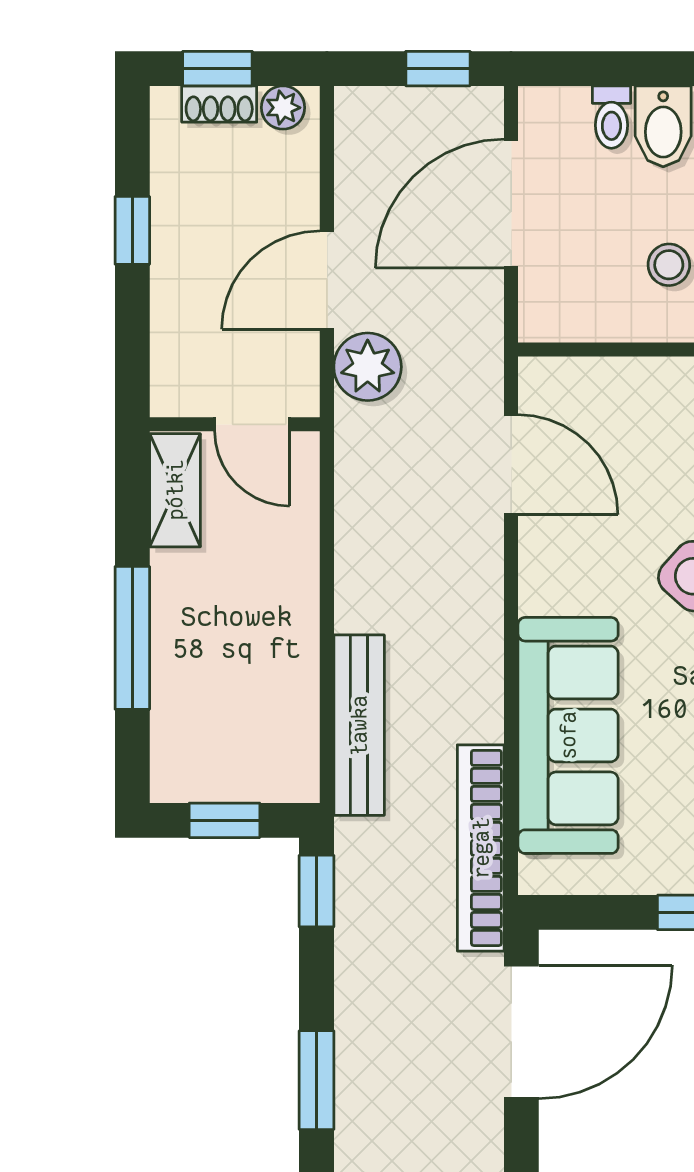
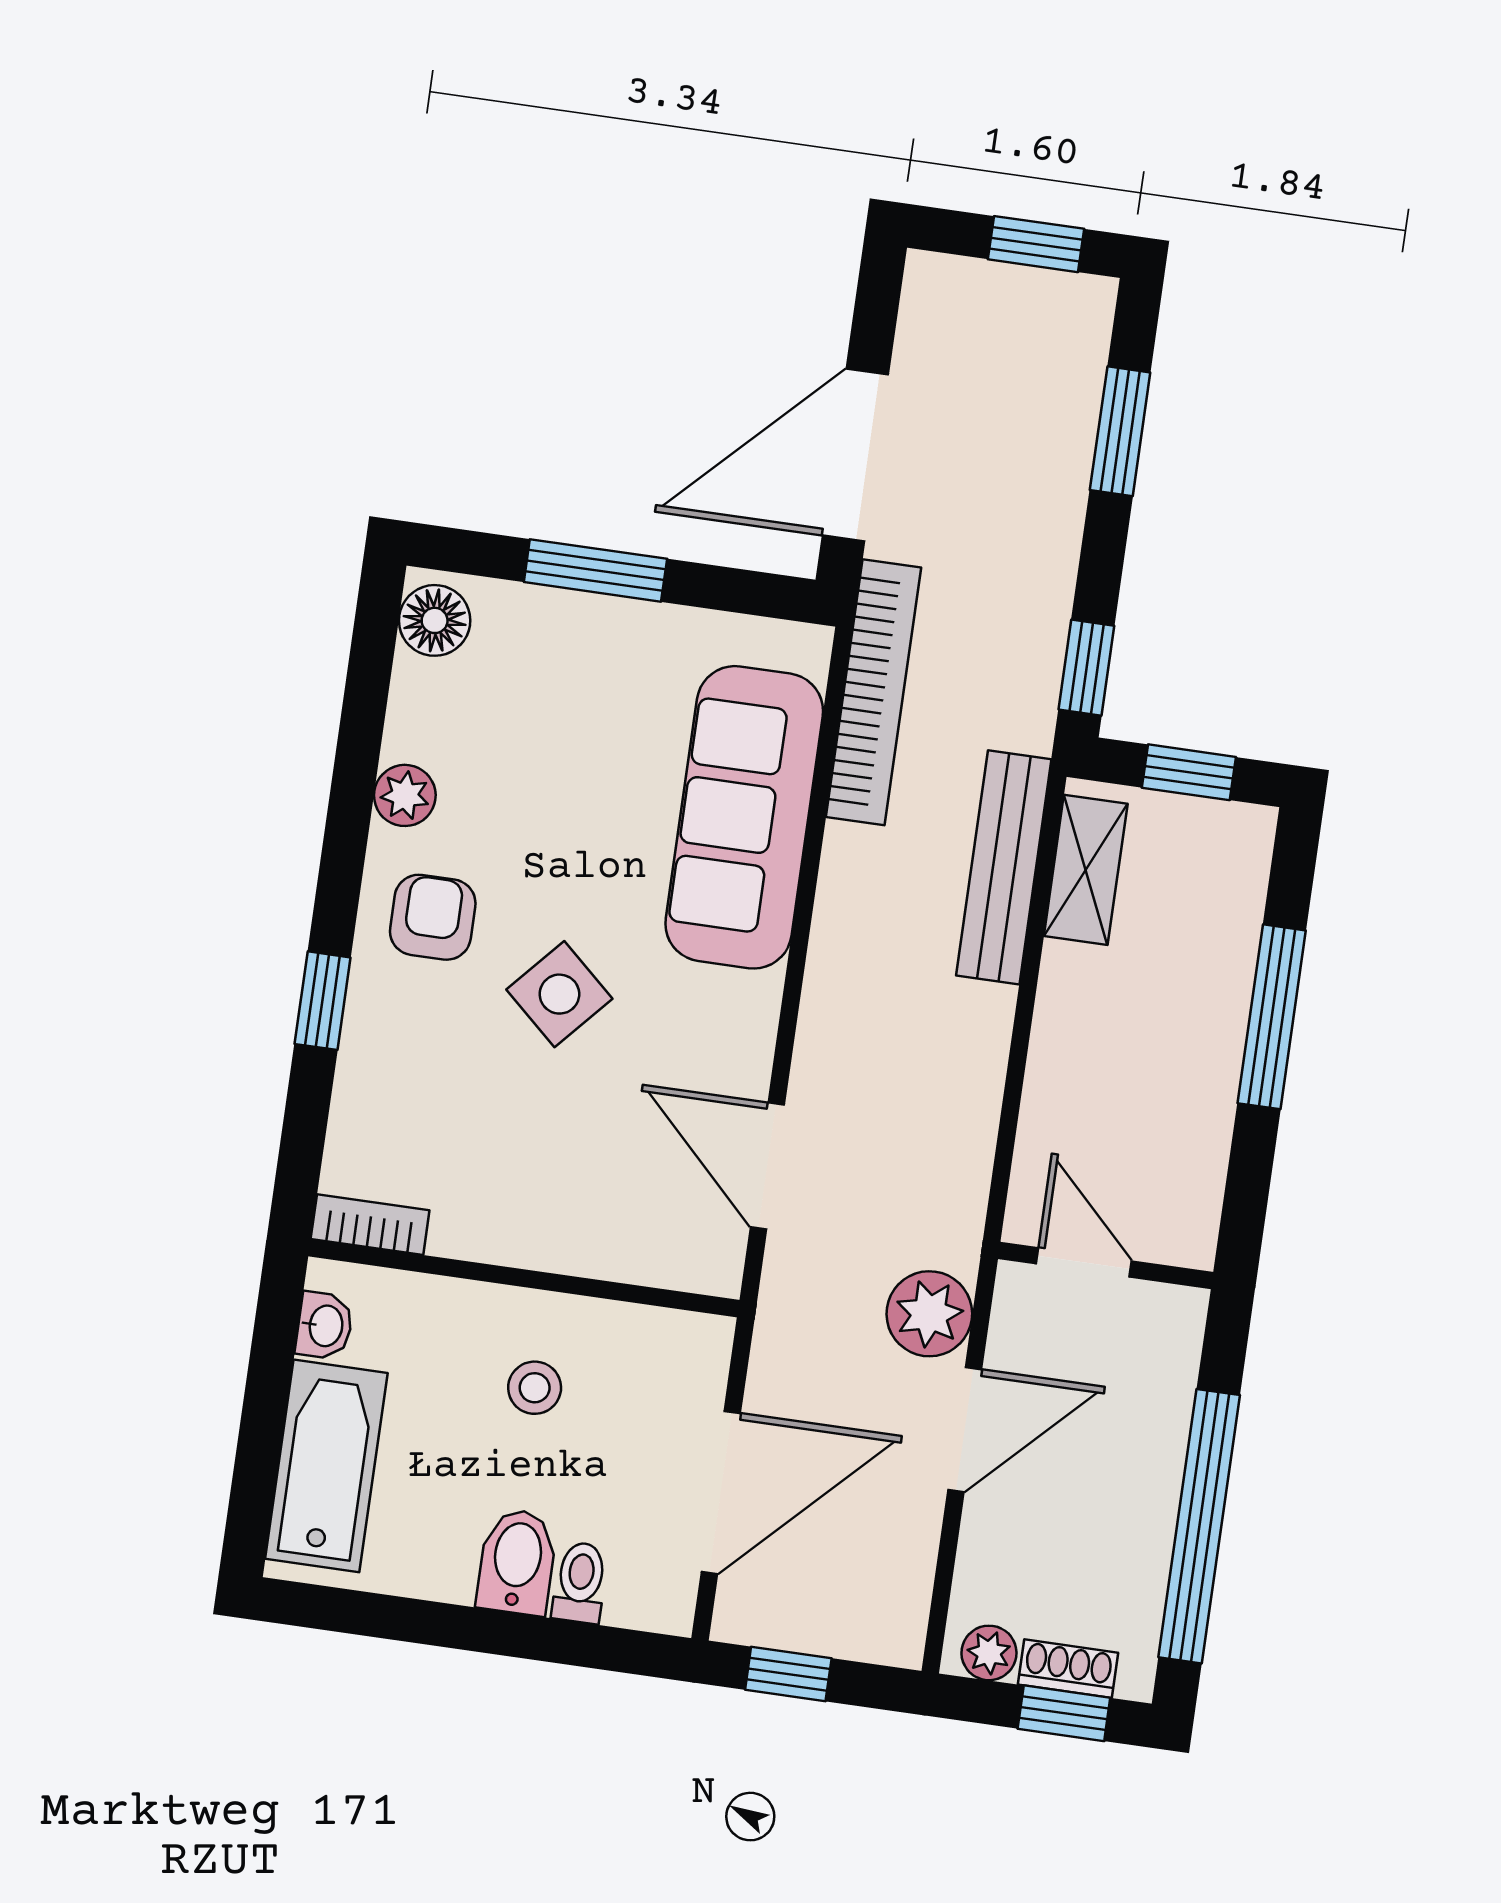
window: (132, 230) -> (1199, 1526), width x3.17
shelving: (175, 490) -> (1086, 870), moved

